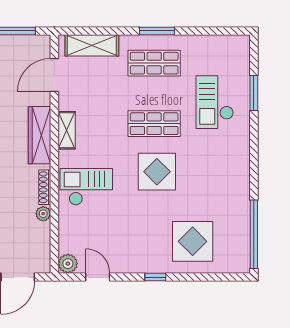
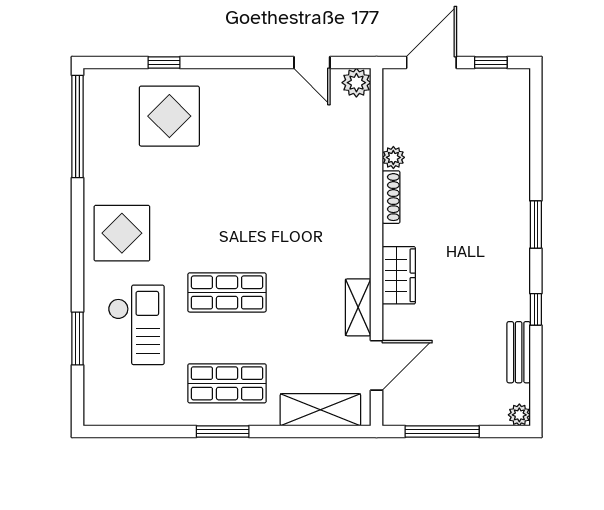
shelving: (67, 130) -> (358, 307), moved
wardrobe: (40, 135) -> (399, 275), width x0.67
display table: (157, 172) -> (122, 233), moved
checkout: (86, 187) -> (329, 198), removed
window: (155, 277) -> (164, 62), moved

